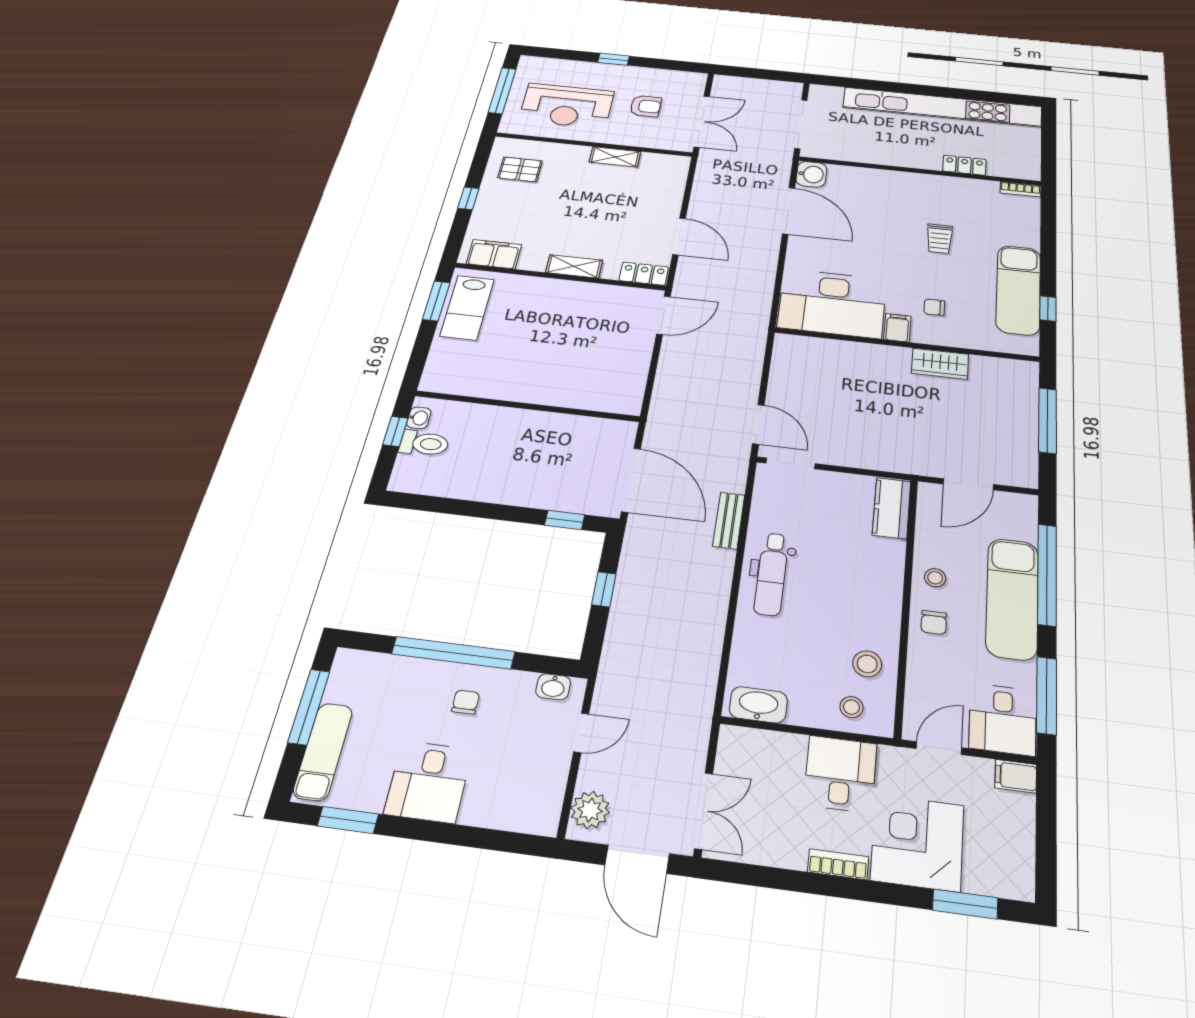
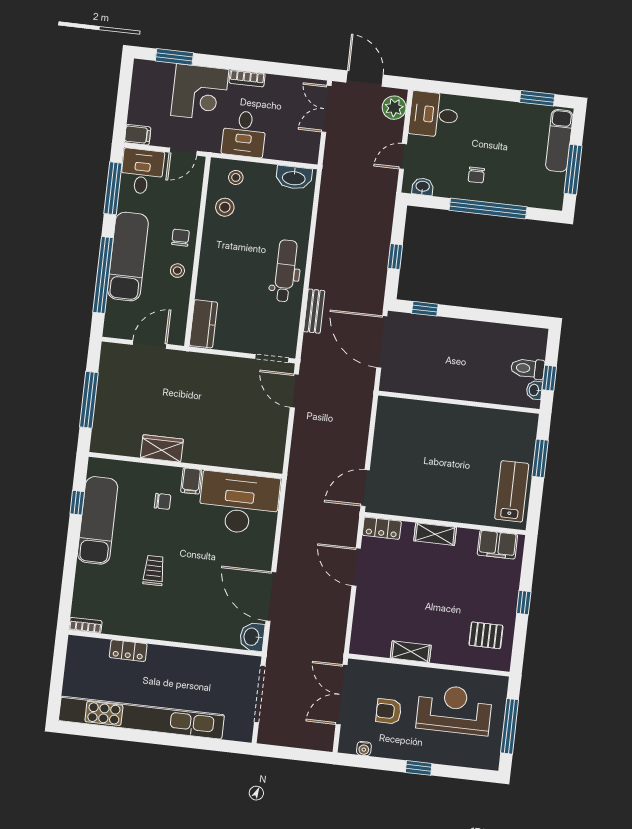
water cooler: (677, 76) -> (364, 749), added
window: (436, 301) -> (540, 458), moved
desk: (428, 782) -> (434, 115), moved, turned -90

